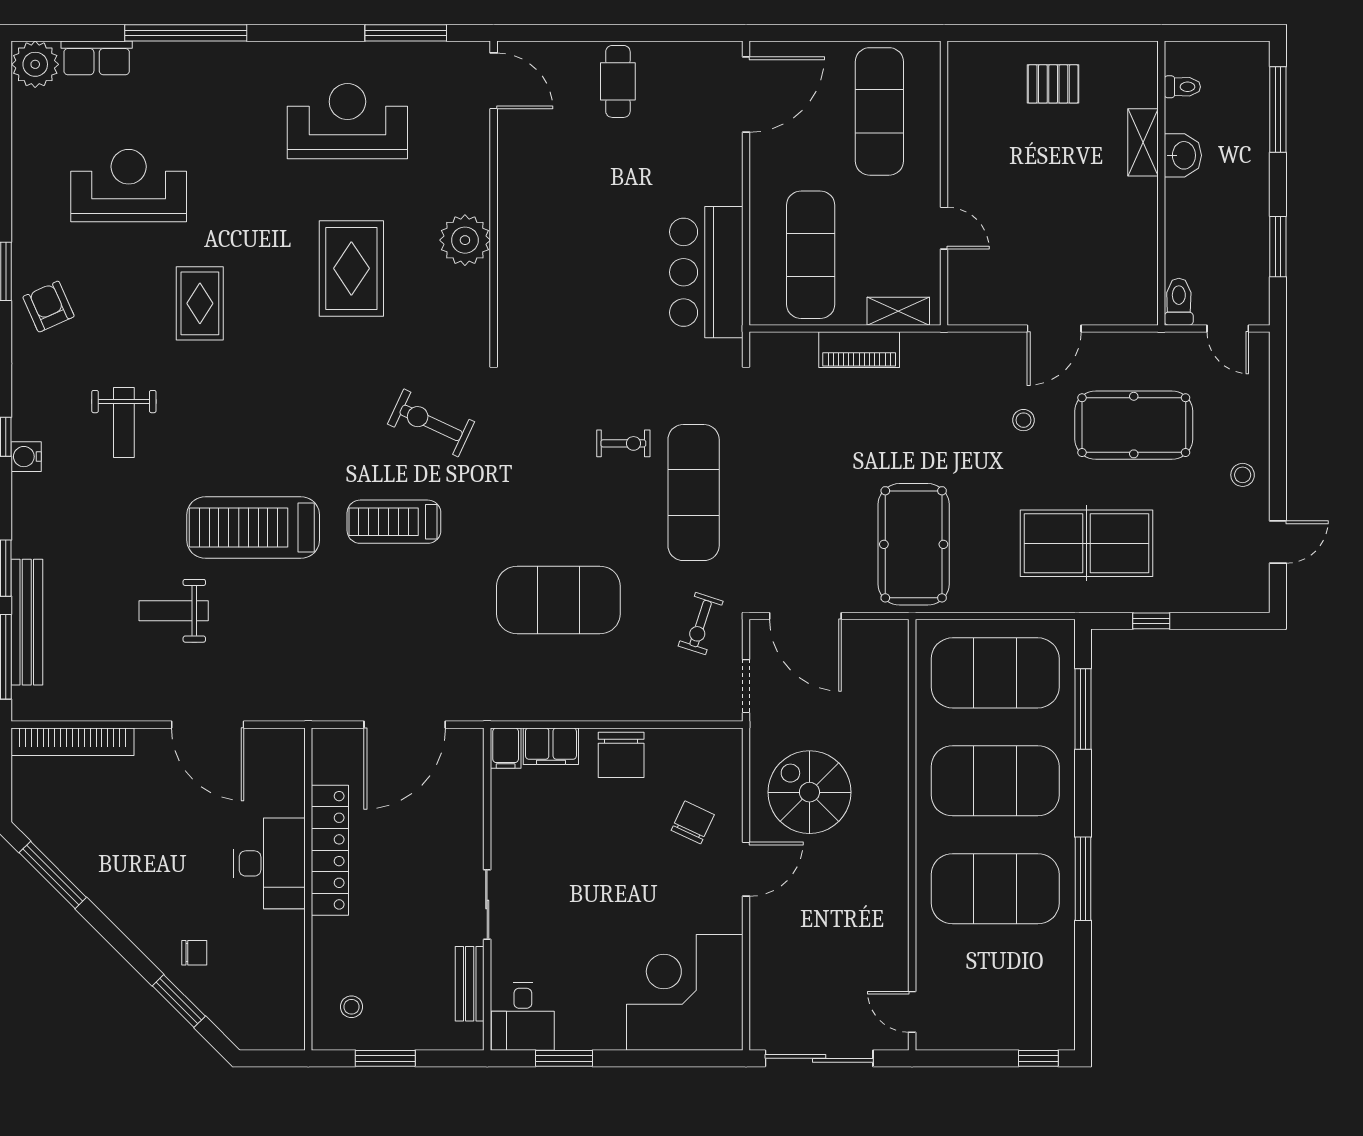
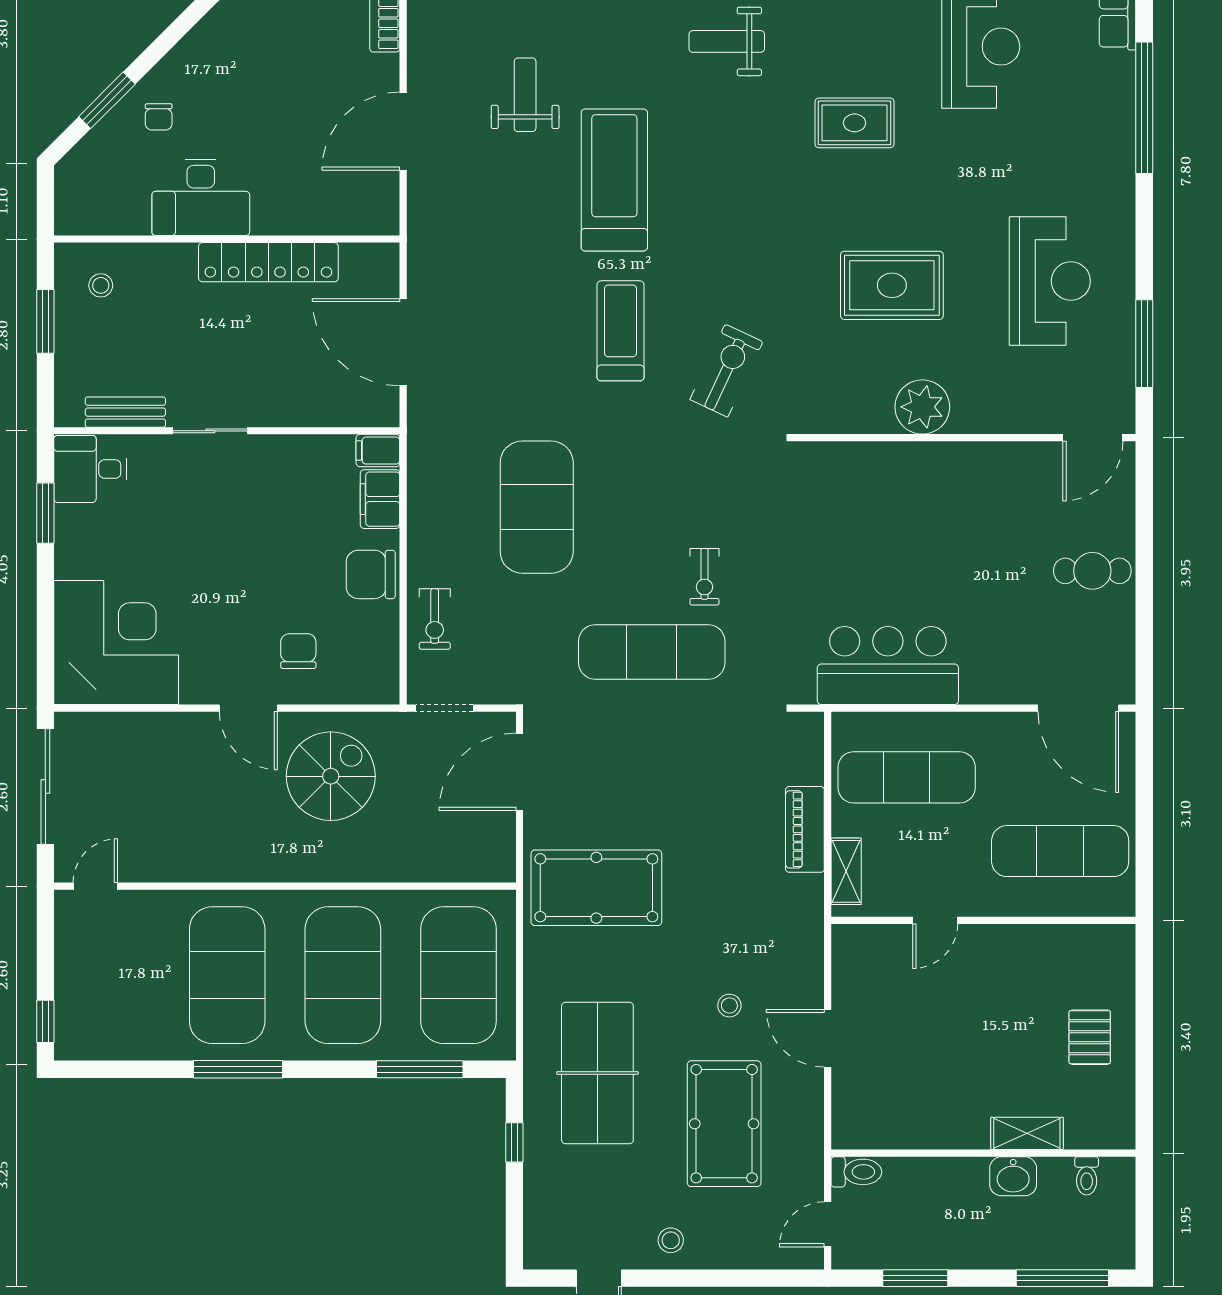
exercise bike: (701, 624) -> (435, 619), moved, turned -108
chair: (693, 822) -> (298, 651), turned -115
desk: (269, 863) -> (201, 197), moved

